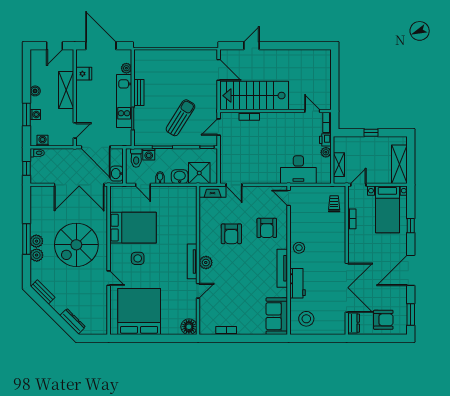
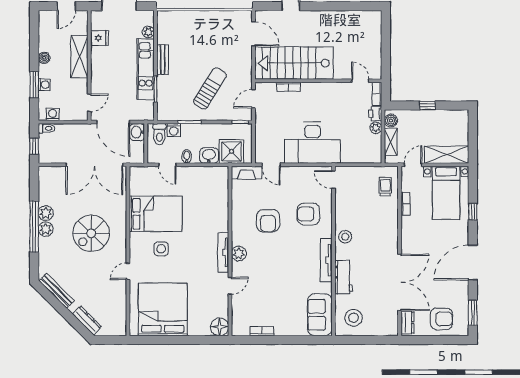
boiler: (339, 146) -> (391, 121), added
shelving: (399, 164) -> (447, 155), moved, turned 90
desk: (298, 170) -> (312, 143), moved, width x1.36, depth x1.30
washbasin: (117, 174) -> (137, 132), moved
armchair: (267, 228) -> (308, 214), turned 90
window: (26, 239) -> (34, 227), width x1.46
spiral stairs: (76, 245) -> (91, 233), width x0.73, depth x0.73
plant: (37, 255) -> (46, 213), moved
door: (109, 278) -> (128, 271), swing flipped
bench: (43, 292) -> (57, 291), width x1.36

